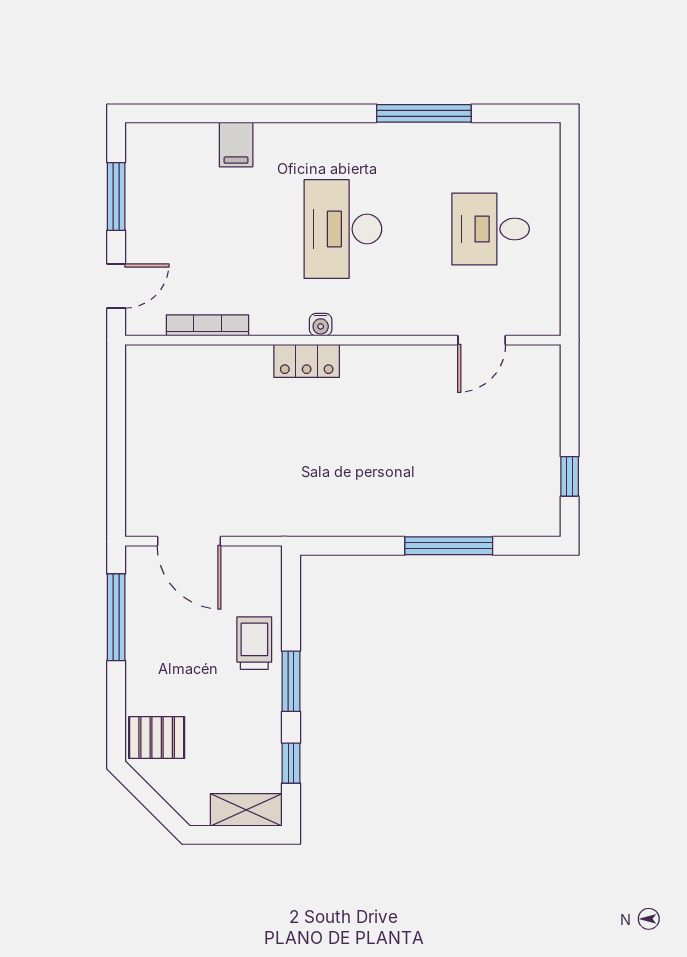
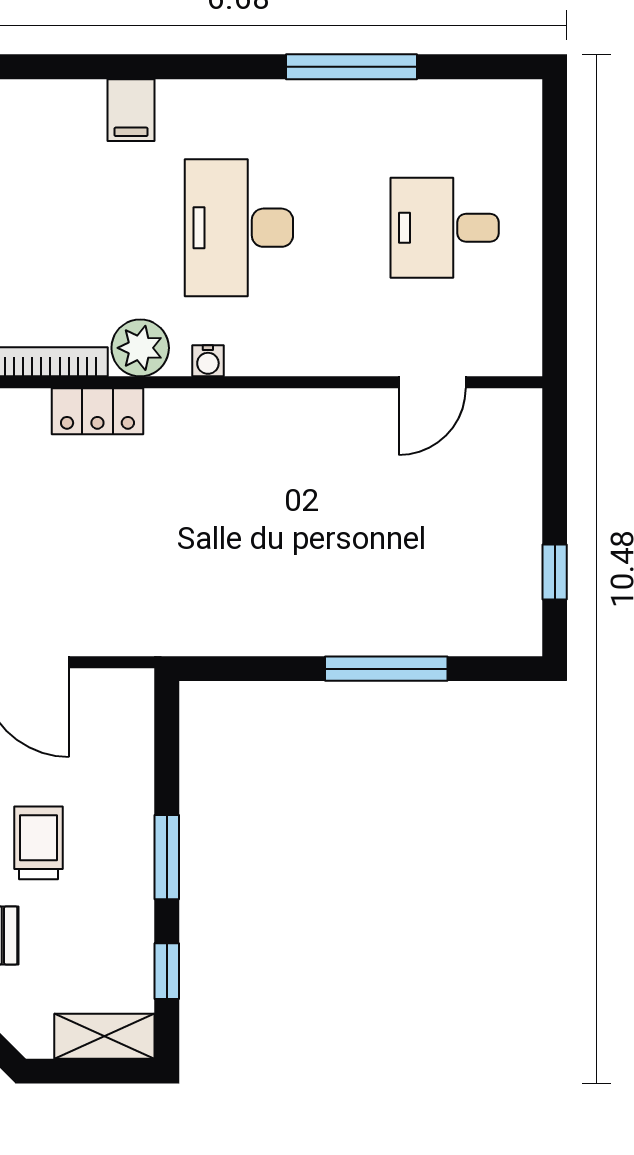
filing cabinet: (236, 144) -> (131, 110), moved
plant: (272, 315) -> (140, 348), added
locker: (307, 361) -> (97, 411), moved
trolley: (254, 643) -> (39, 843), moved

